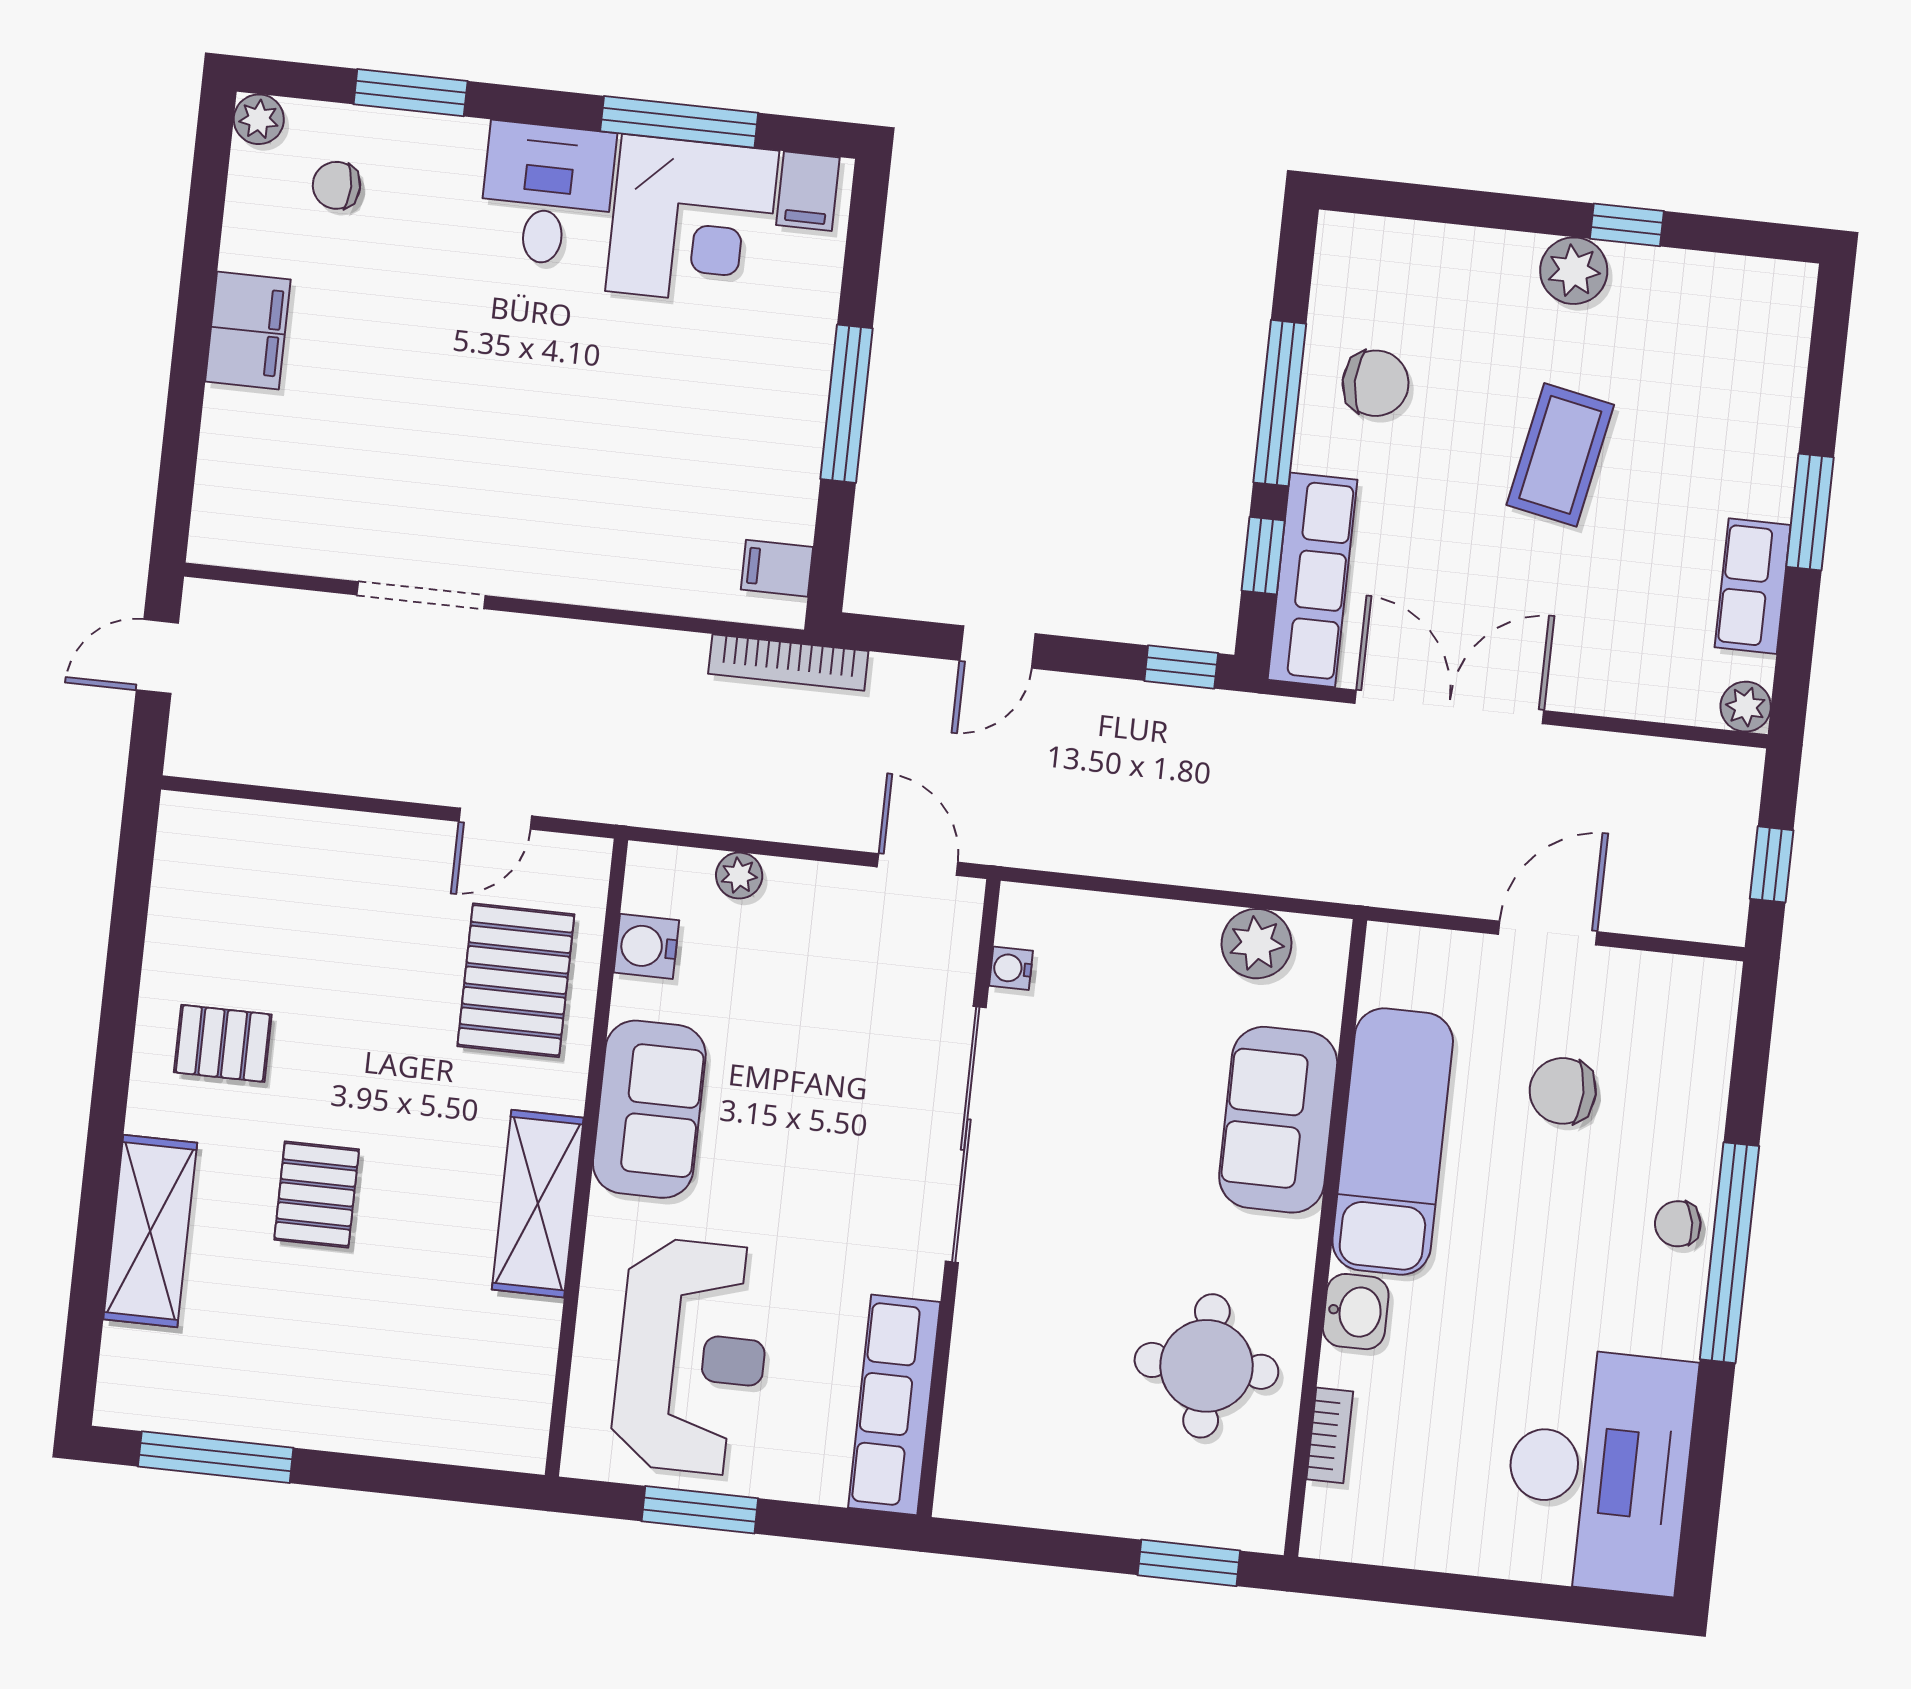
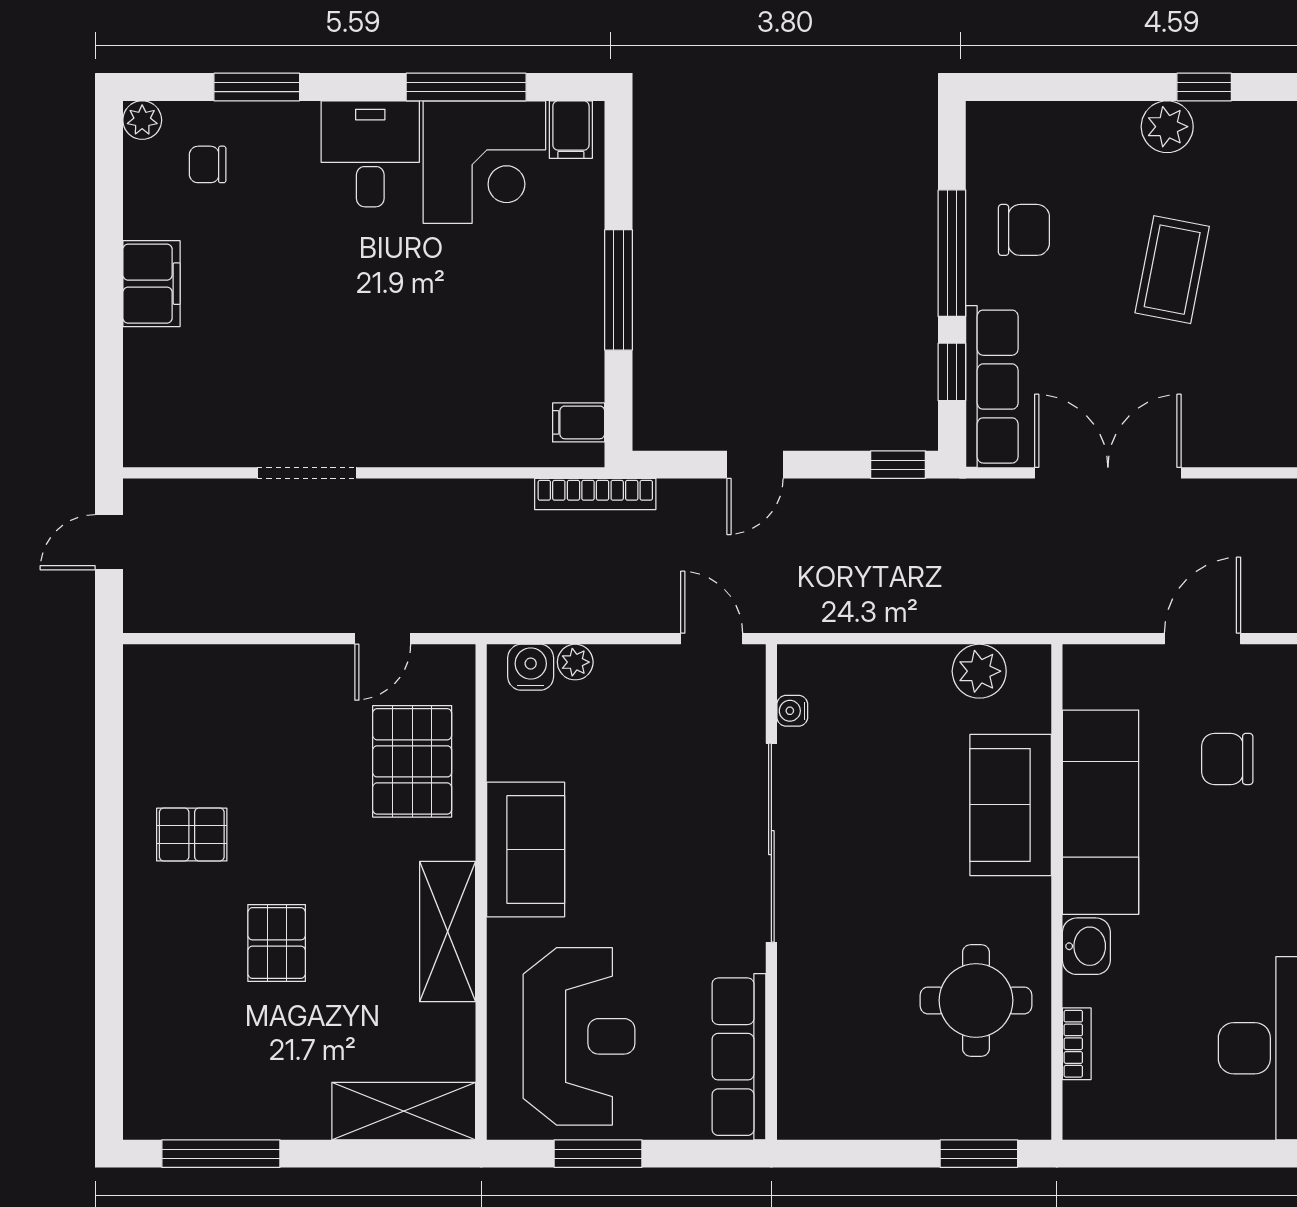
water cooler: (646, 946) -> (531, 667), moved, turned 90
shelving: (150, 1231) -> (404, 1111), moved, turned 90

